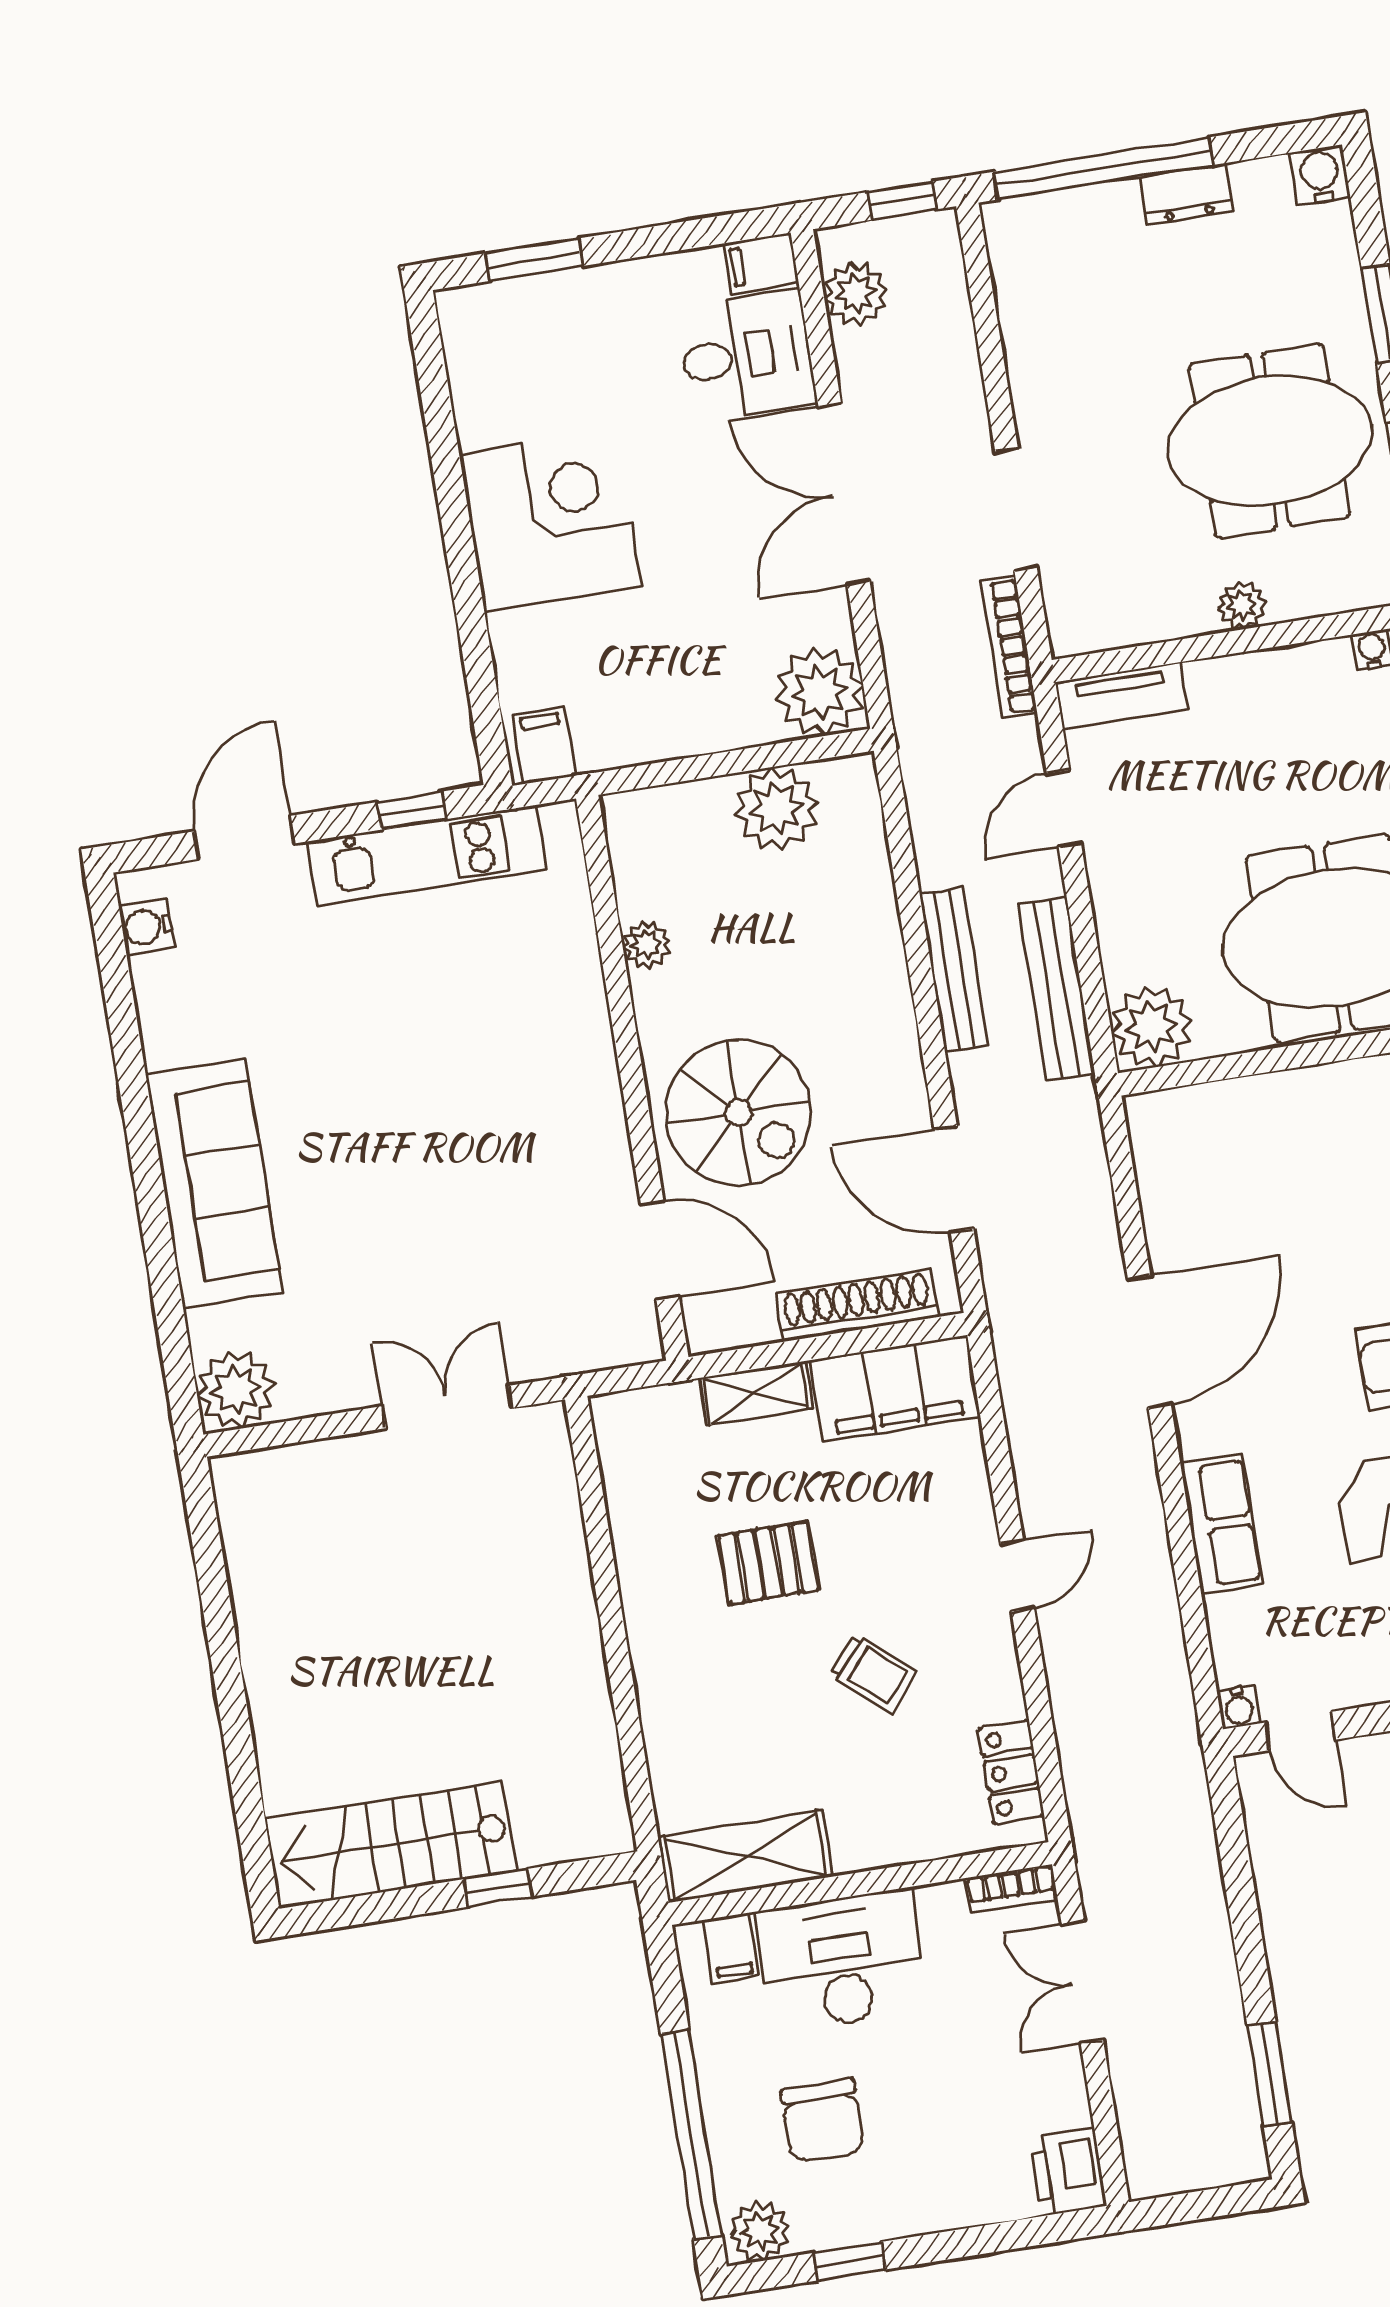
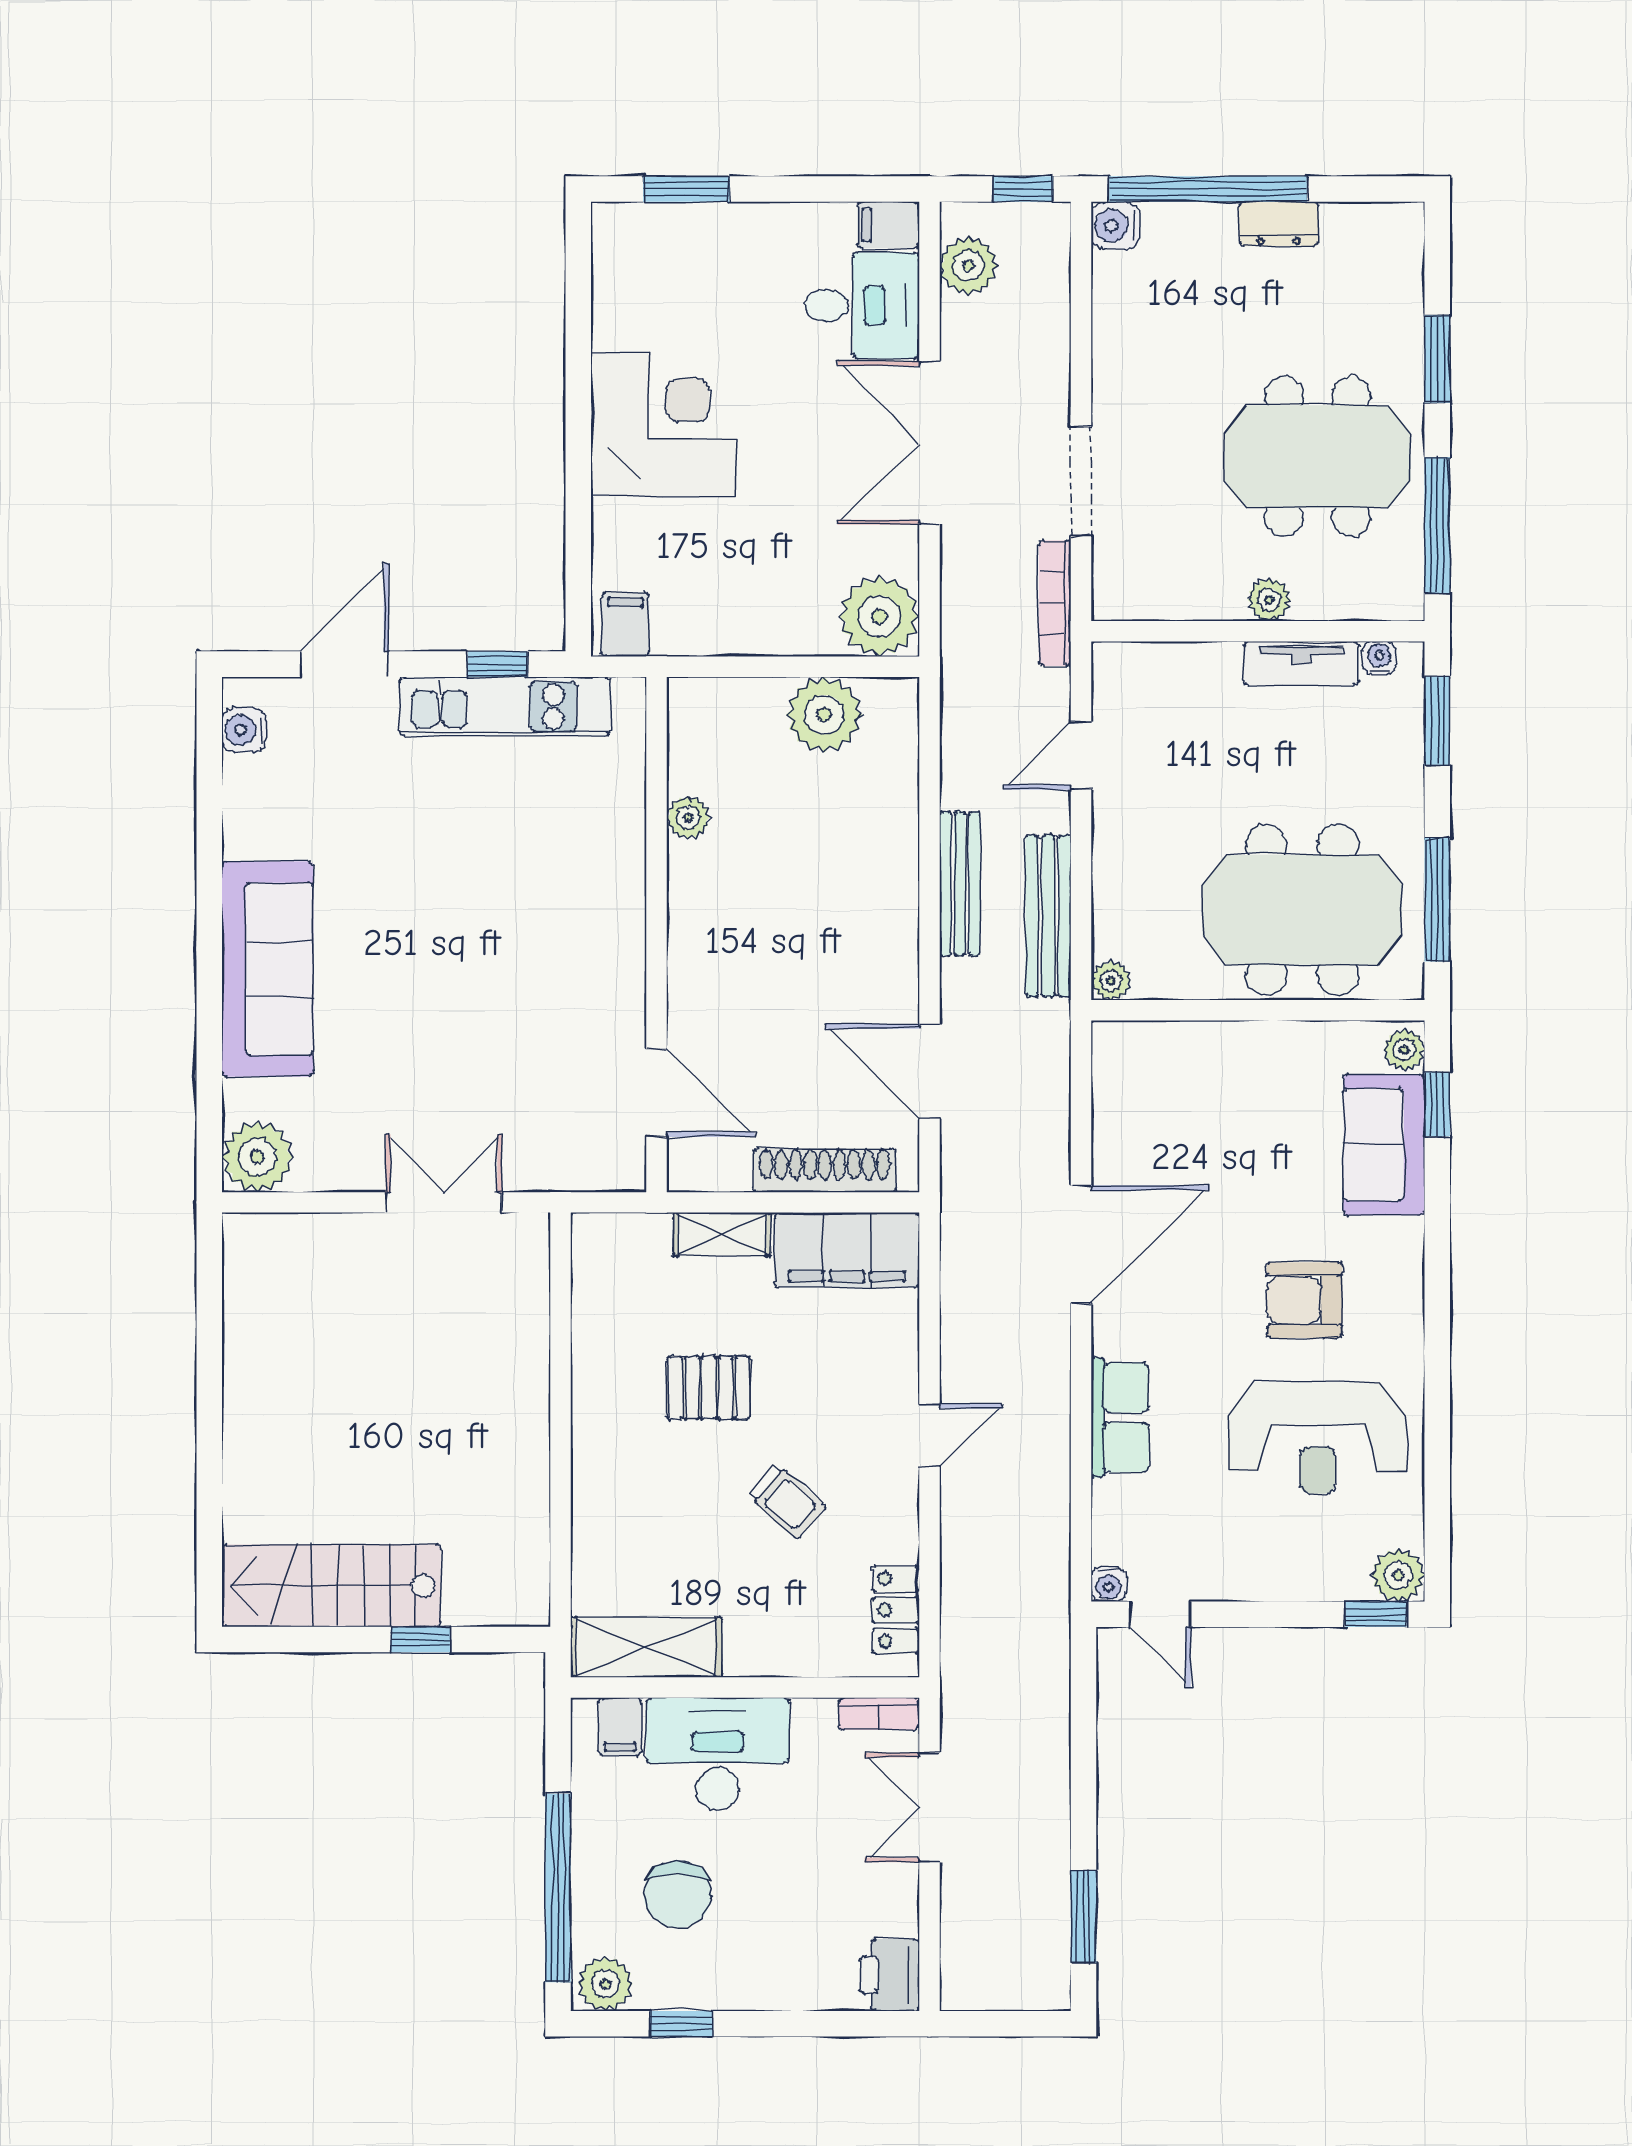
water cooler: (1320, 175) -> (1115, 226), moved, turned -90
tv unit: (1122, 696) -> (1301, 663), moved
plant: (1151, 1027) -> (1111, 981), width x0.53, depth x0.53
spiral stairs: (739, 1113) -> (747, 981), removed

